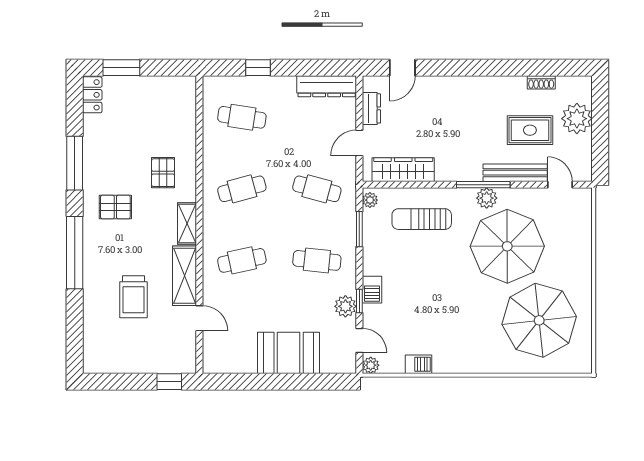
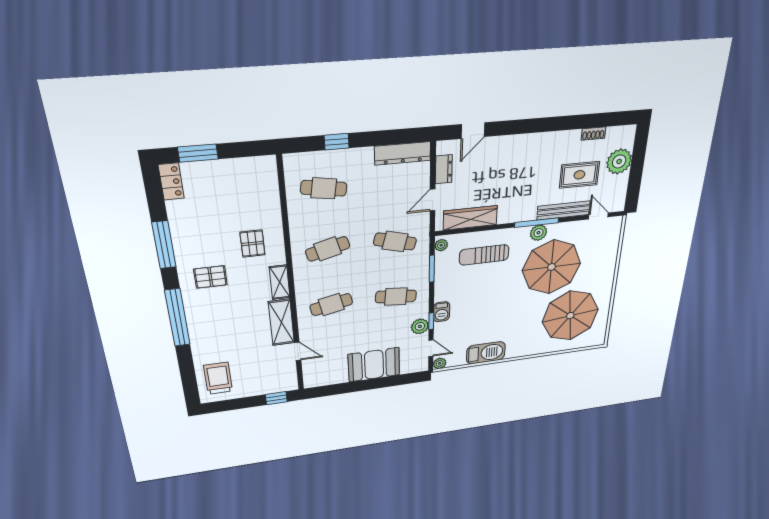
trolley: (133, 297) -> (218, 378), moved, turned 180
barbecue: (419, 364) -> (486, 353), width x1.88, depth x1.53

